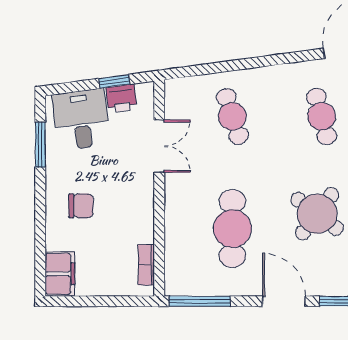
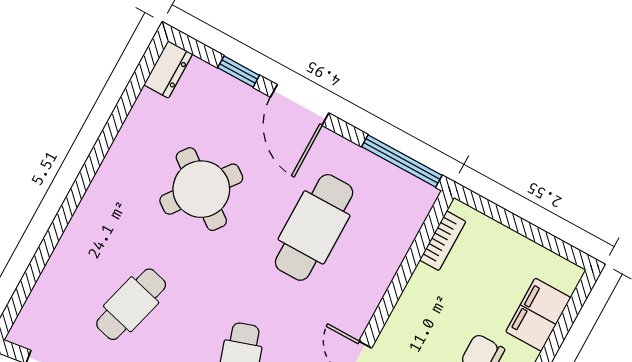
cafe table: (322, 116) -> (131, 304), turned 30
filing cabinet: (60, 274) -> (538, 315), moved

